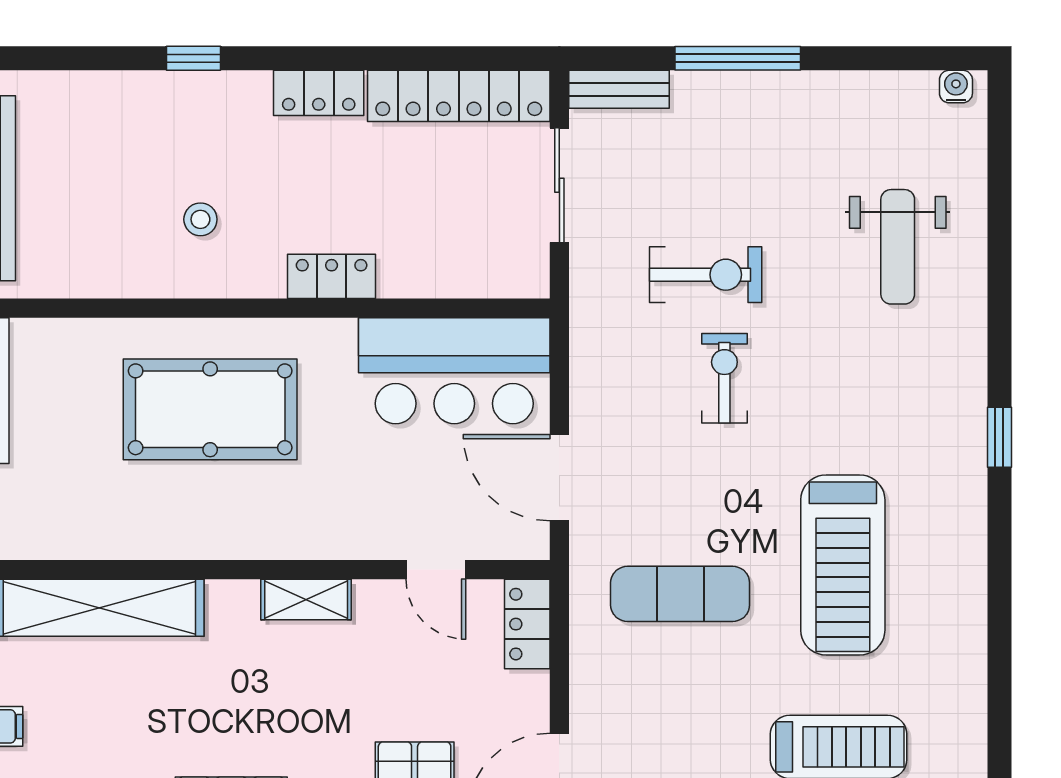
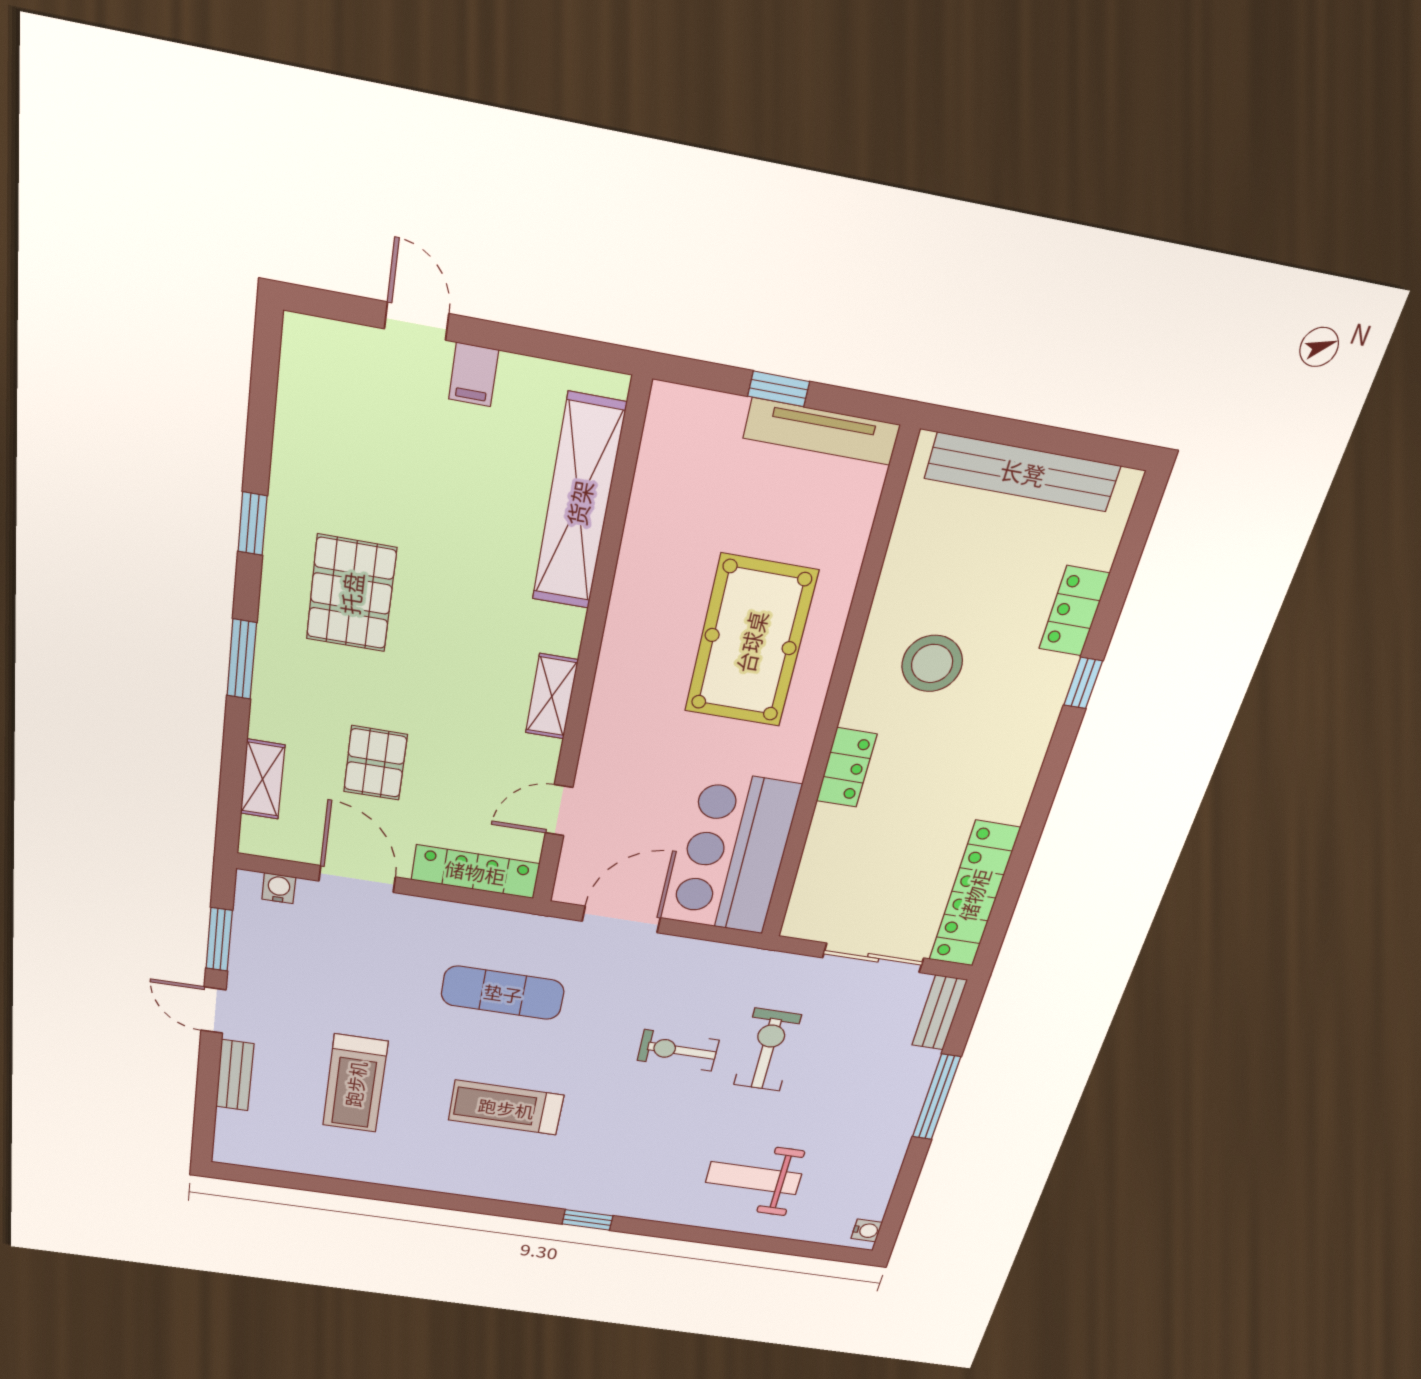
locker: (319, 93) -> (1074, 611), moved
stool: (200, 219) -> (932, 664), width x1.89, depth x1.89
exercise bike: (706, 275) -> (767, 1050), turned 180
exercise bike: (724, 378) -> (678, 1050), turned 180
treadmill: (843, 565) -> (506, 1108), width x0.73, depth x0.73
exercise mat: (680, 594) -> (503, 993), turned 90
locker: (527, 624) -> (475, 872), width x1.53

